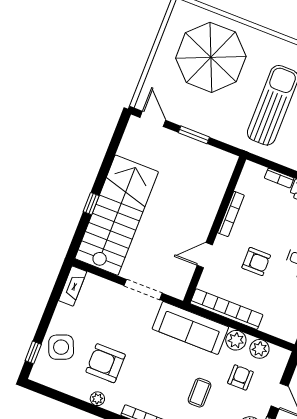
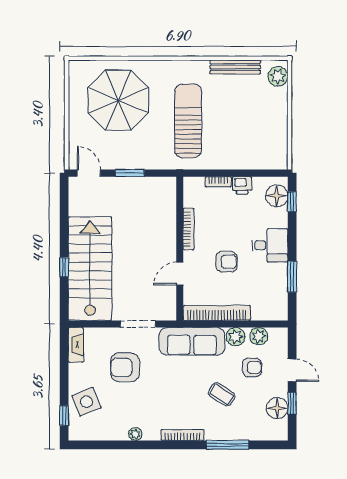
armchair: (106, 363) -> (125, 367), moved
armchair: (240, 377) -> (252, 367), turned 90
coffee table: (200, 393) -> (222, 394), turned -57

